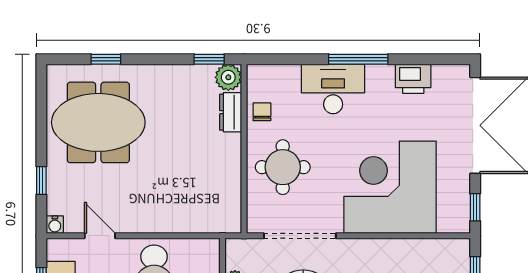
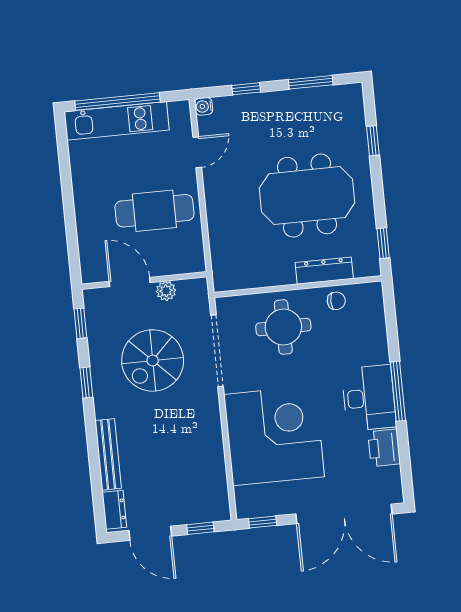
plant: (228, 77) -> (367, 264), removed
desk: (333, 89) -> (369, 398), moved
dresser: (231, 112) -> (324, 271), width x1.44
window: (41, 115) -> (311, 82), added
meeting table: (98, 122) -> (307, 196), moved, turned 90

